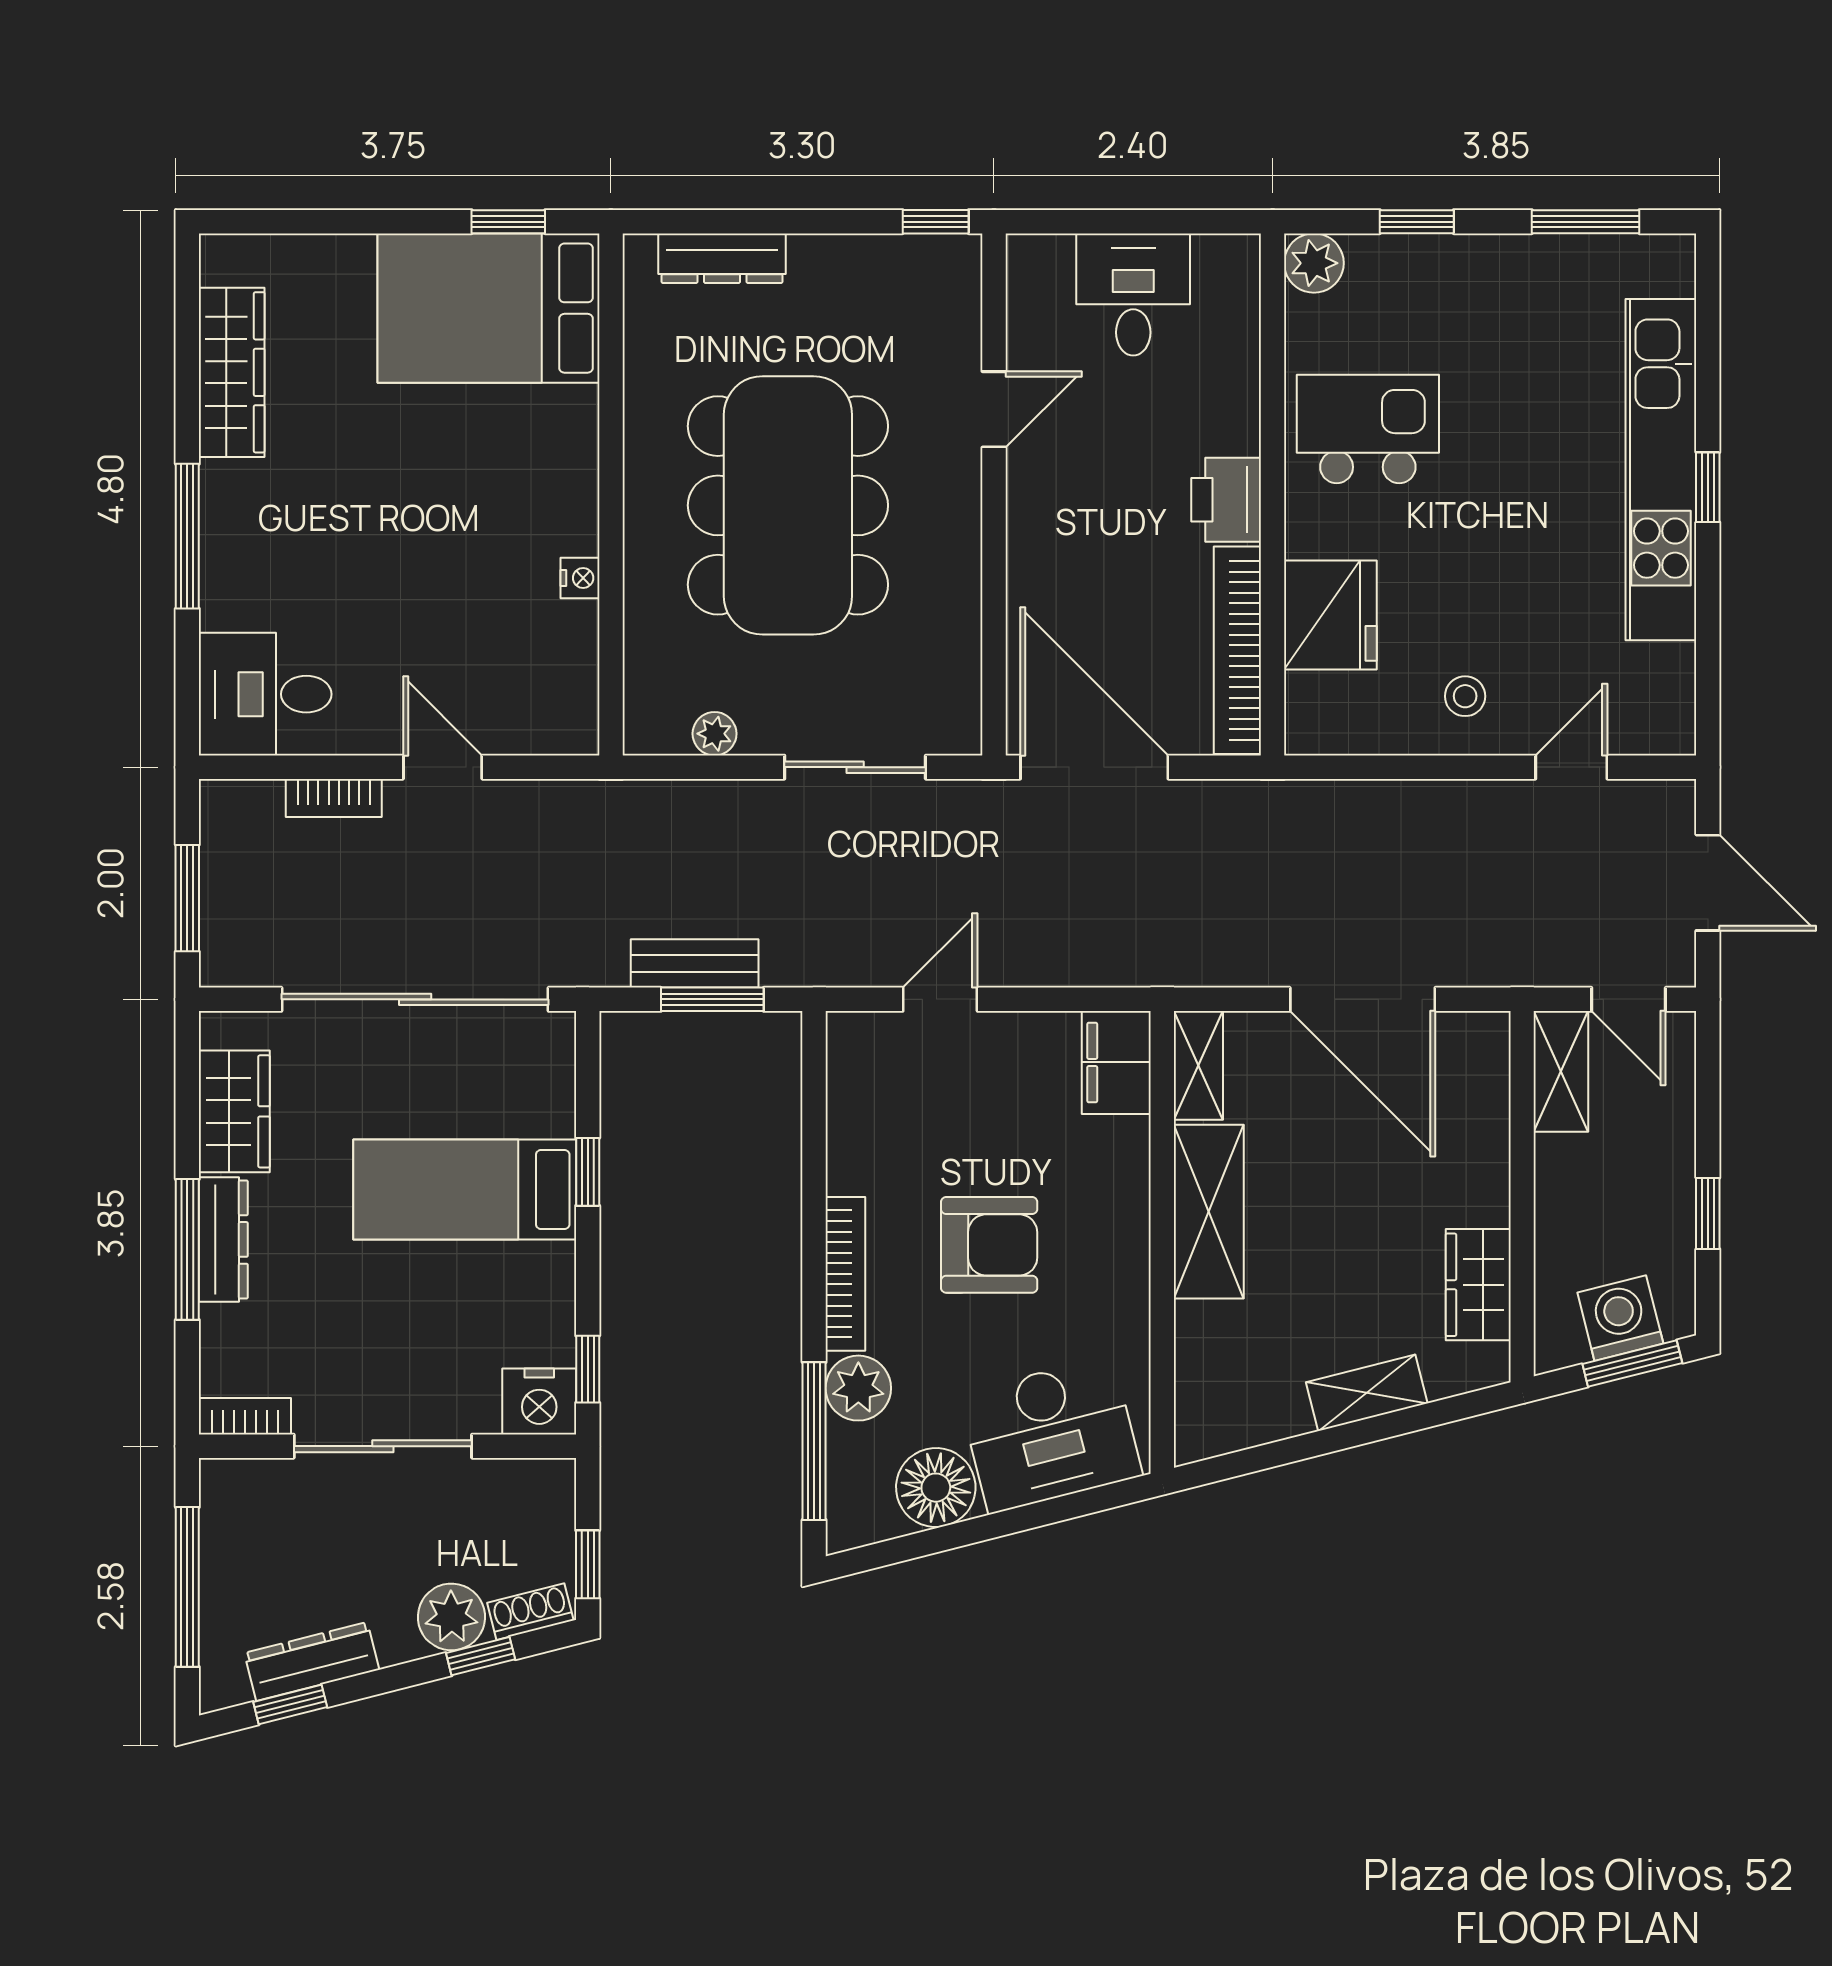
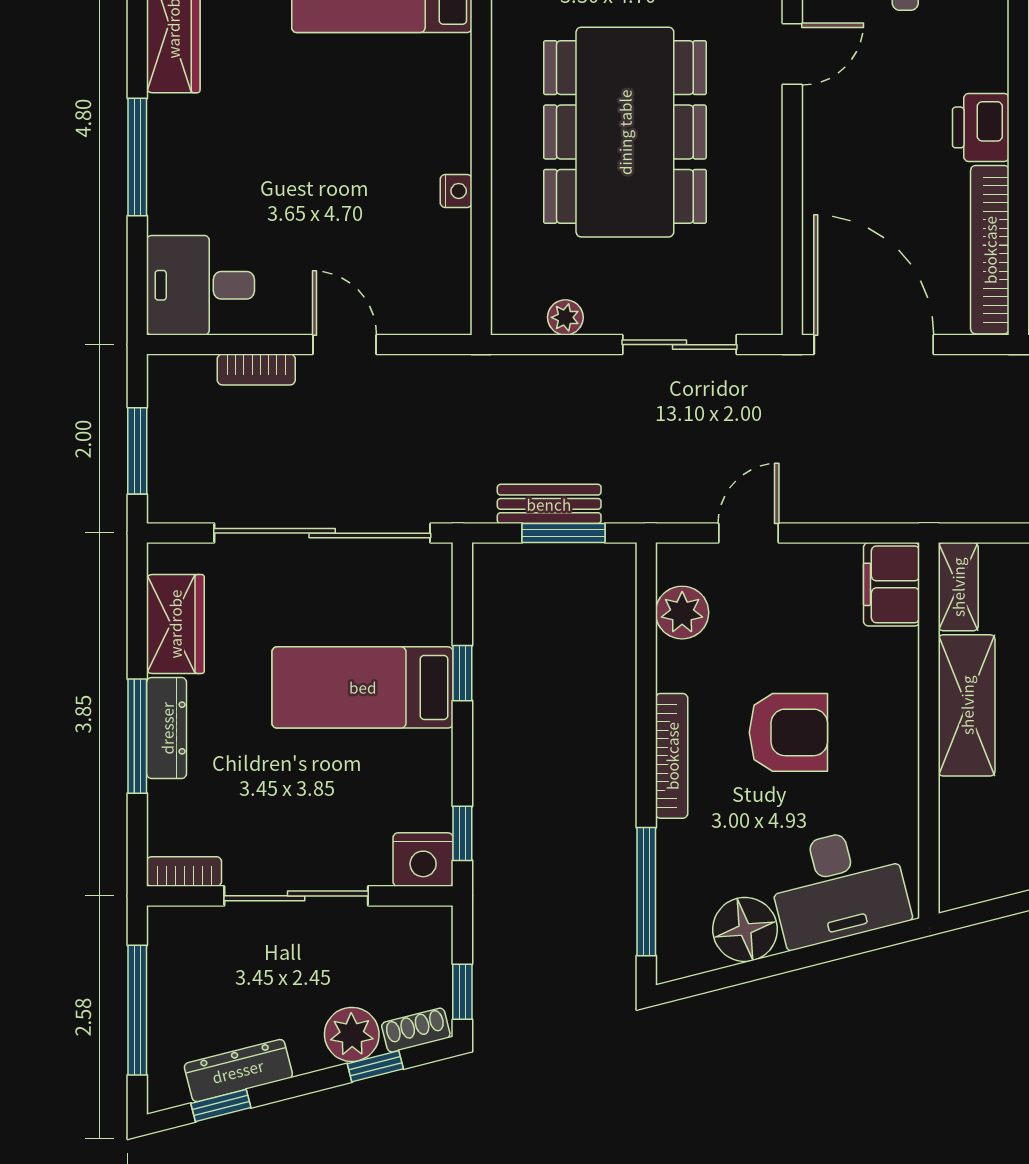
plant: (858, 1388) -> (682, 613), moved

